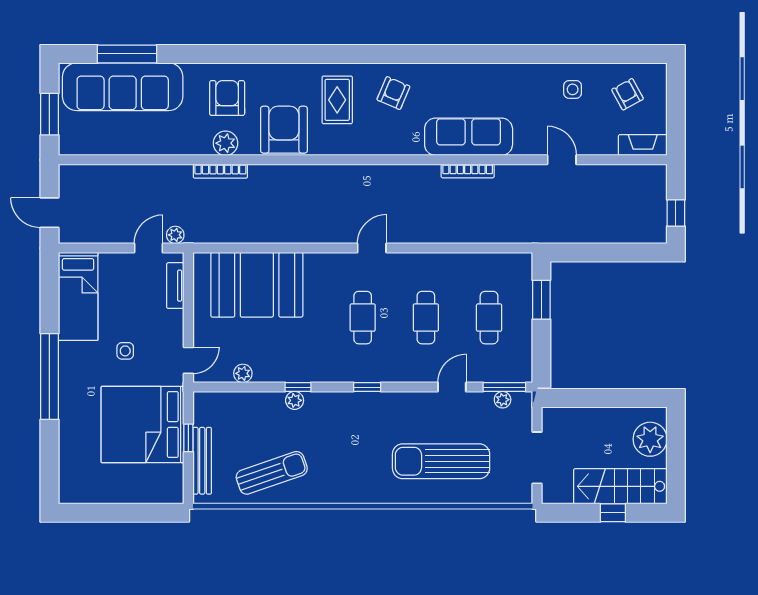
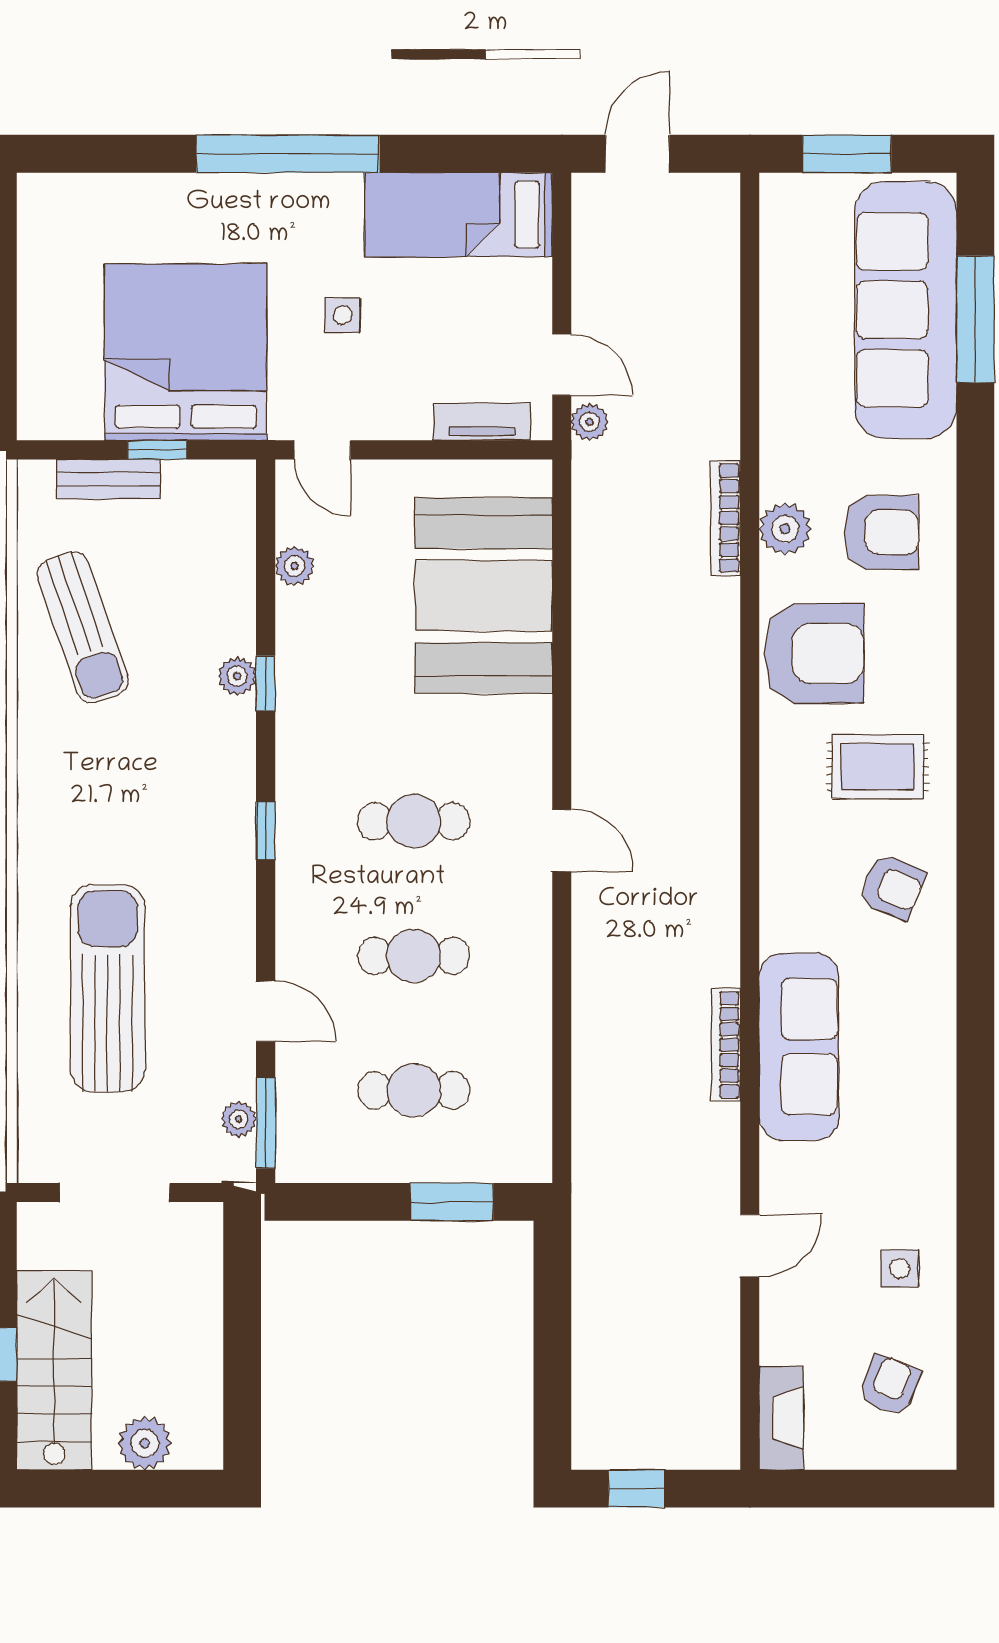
armchair: (628, 94) -> (889, 1385), turned -40
plant: (650, 439) -> (145, 1443), width x0.73, depth x0.73
bench: (202, 461) -> (109, 479), width x0.73

